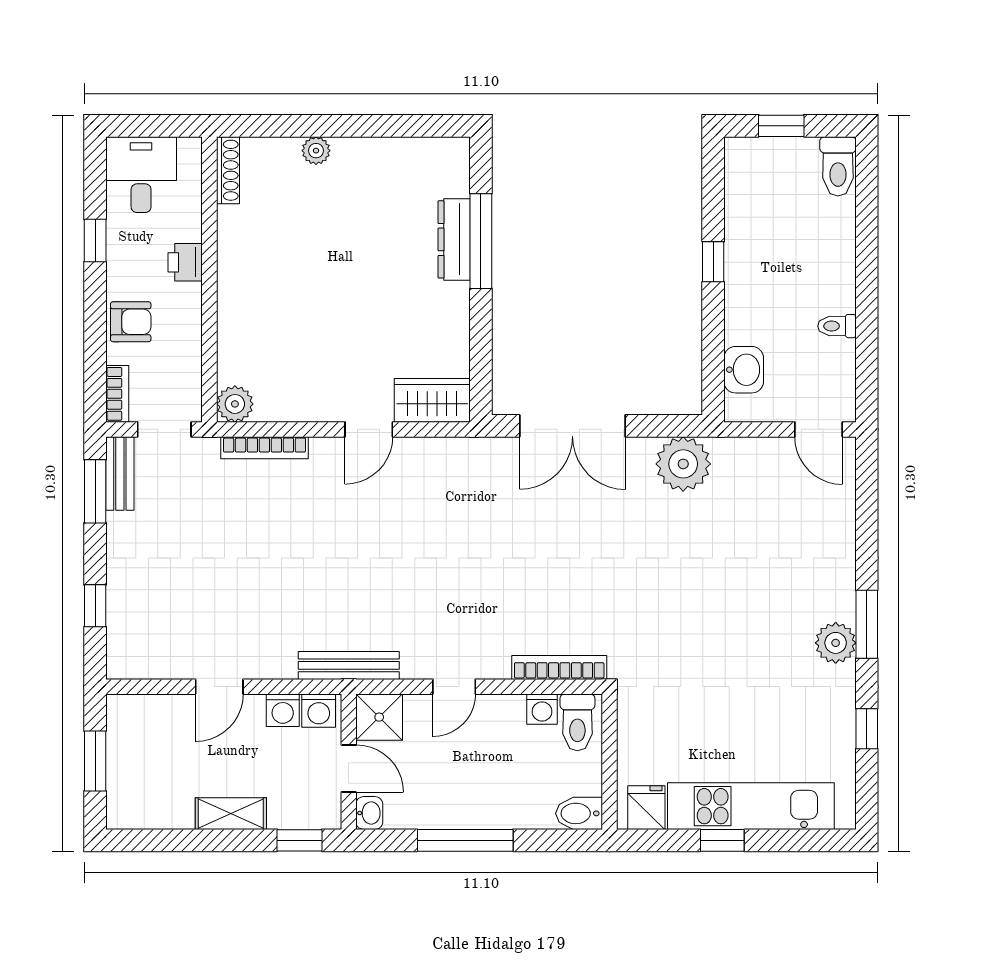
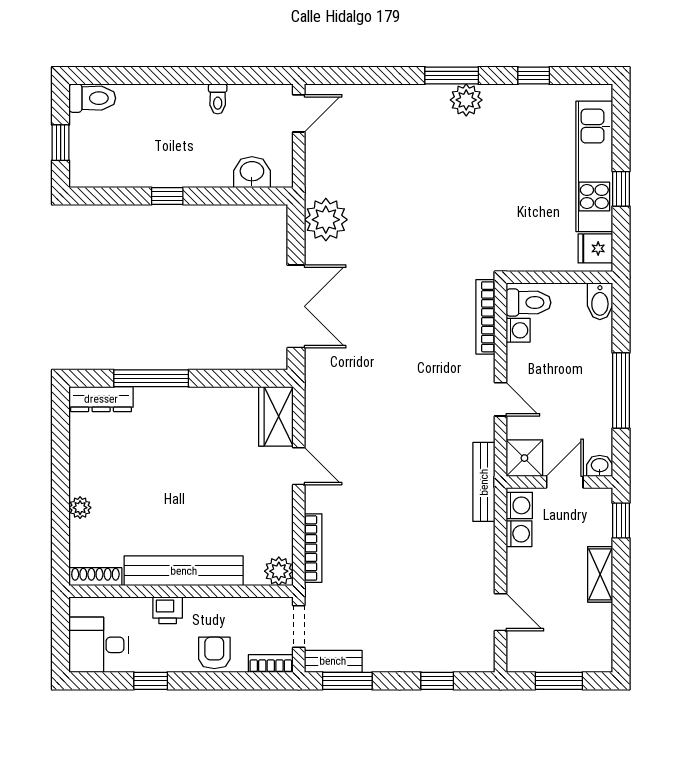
dresser: (454, 239) -> (101, 399), moved
bench: (235, 283) -> (184, 571), added
door: (219, 687) -> (501, 612), moved

